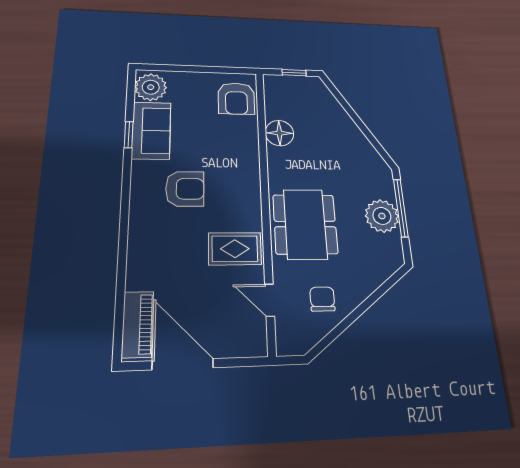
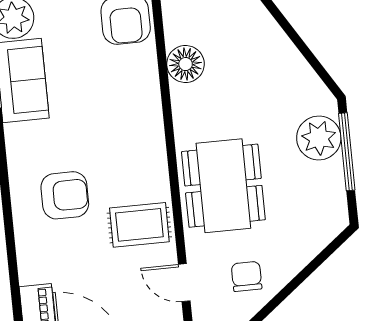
armchair: (185, 189) -> (65, 195), moved
plant: (382, 216) -> (319, 138), moved

